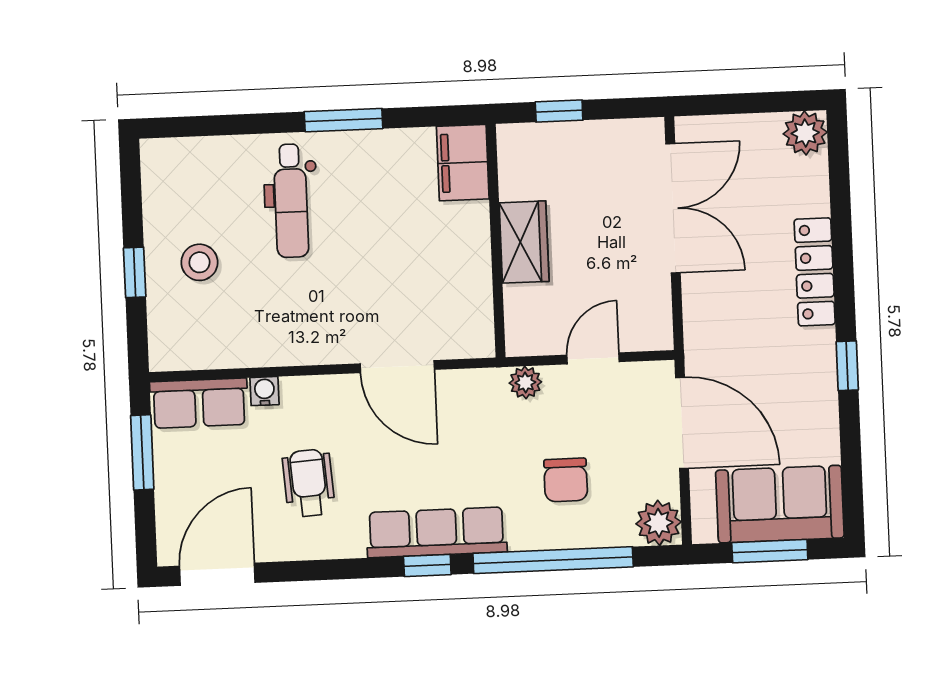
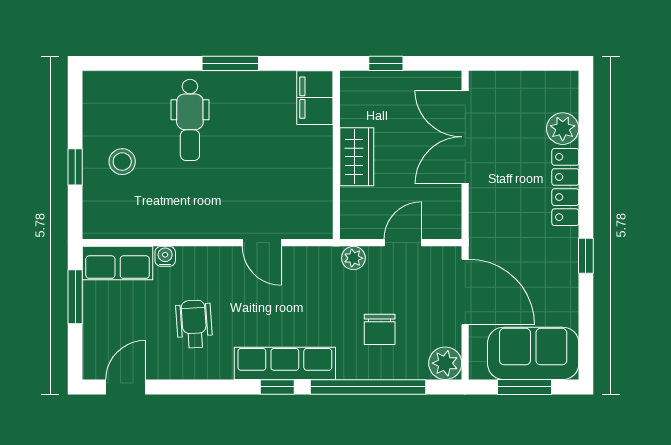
plant: (805, 133) -> (563, 129), moved
double door: (673, 208) -> (465, 137), swing flipped
door: (397, 367) -> (262, 243), width x0.73
door: (217, 574) -> (126, 387), width x0.73

